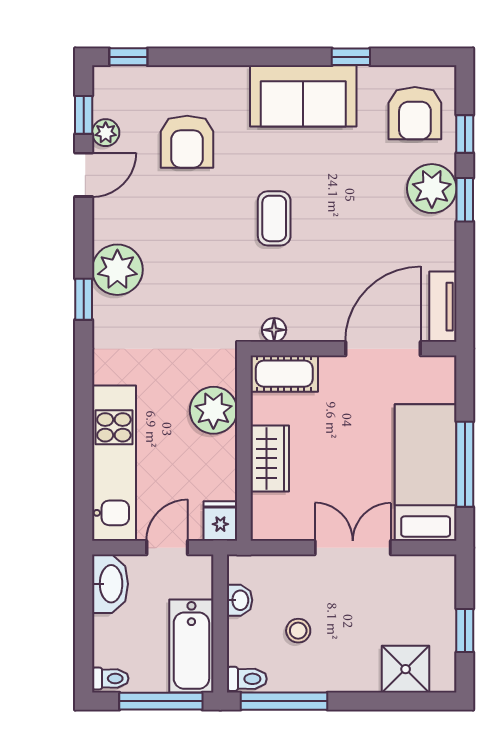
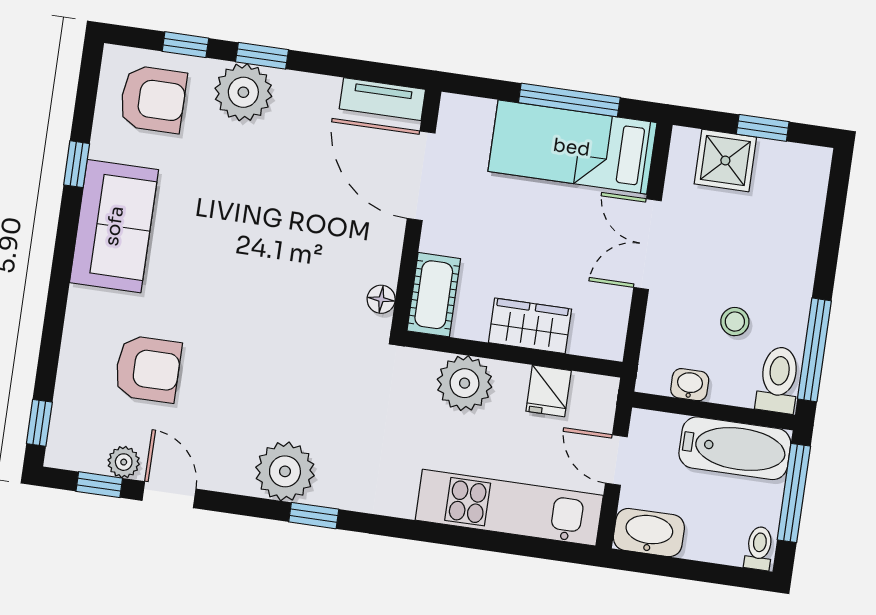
coffee table: (274, 218) -> (252, 280), removed
fridge: (220, 521) -> (549, 391), moved, turned -90
shower: (406, 669) -> (725, 160), moved
toilet: (247, 679) -> (778, 380), width x1.37, depth x1.39

